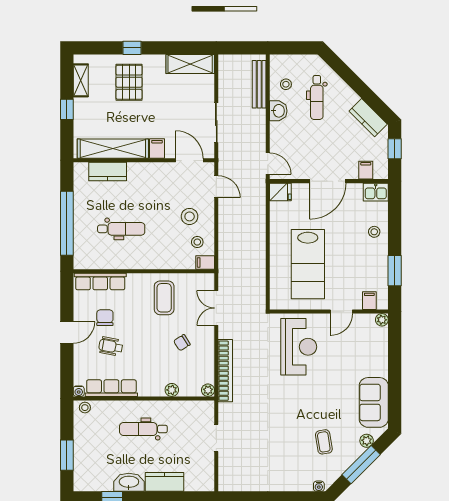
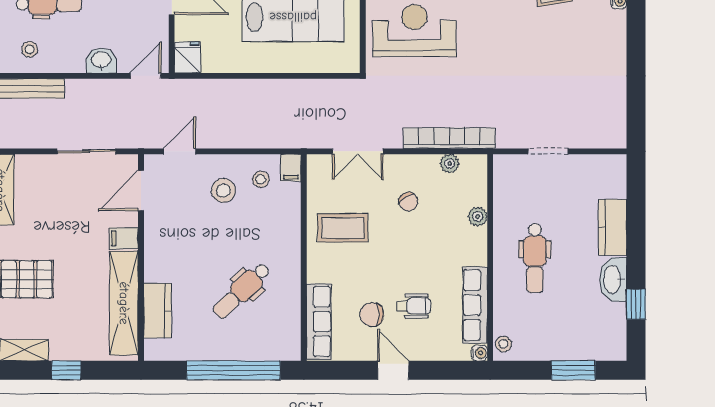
washbasin: (278, 111) -> (101, 60), moved
dental chair: (121, 229) -> (242, 291), turned -134
wheelchair: (111, 346) -> (414, 306), turned -101
plant: (208, 390) -> (450, 164), moved

